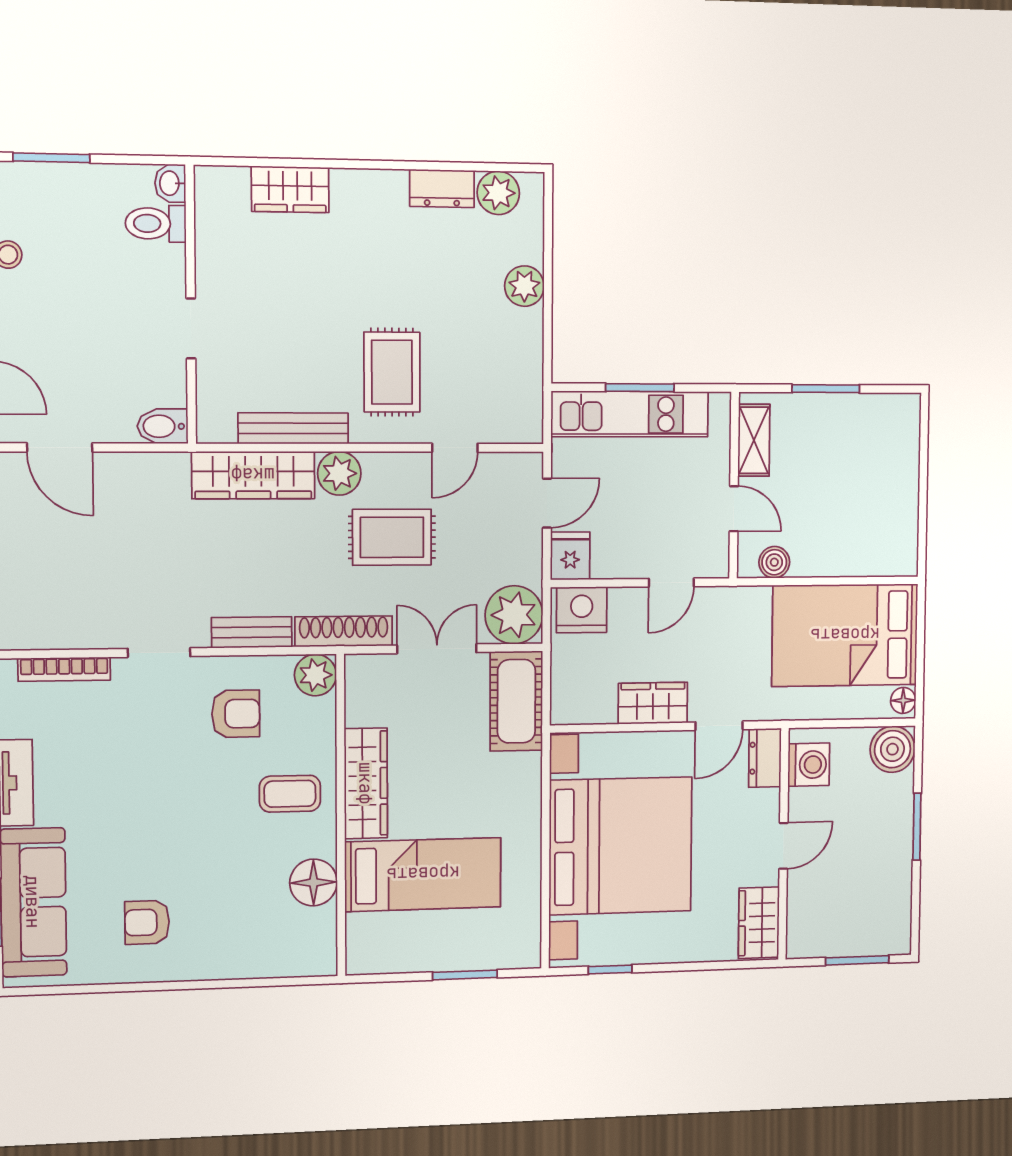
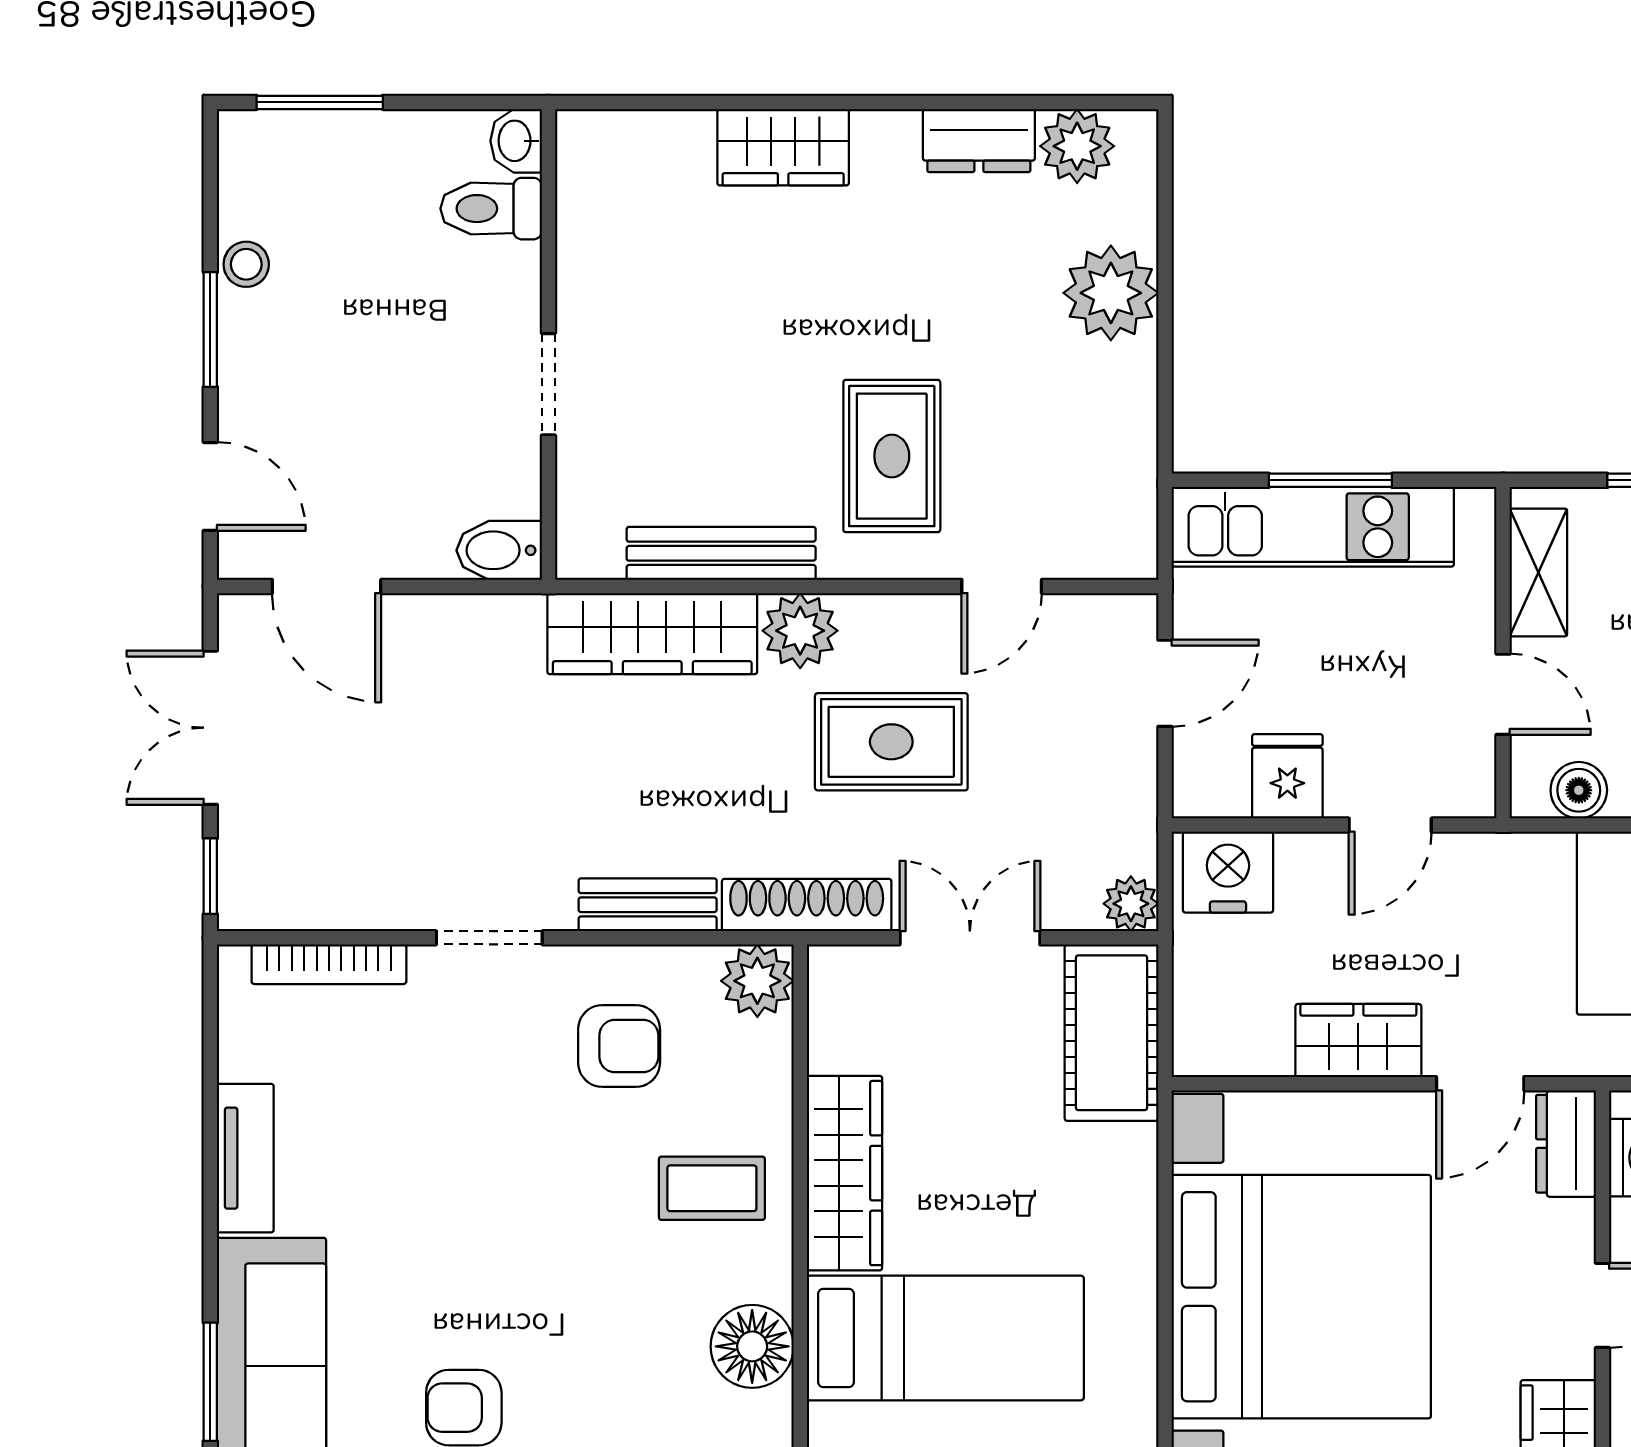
wardrobe: (290, 189) -> (783, 147), moved
plant: (524, 286) -> (1111, 293), width x1.36, depth x1.36
fridge: (570, 556) -> (1287, 776), moved
plant: (514, 615) -> (1131, 904), width x0.53, depth x0.53

